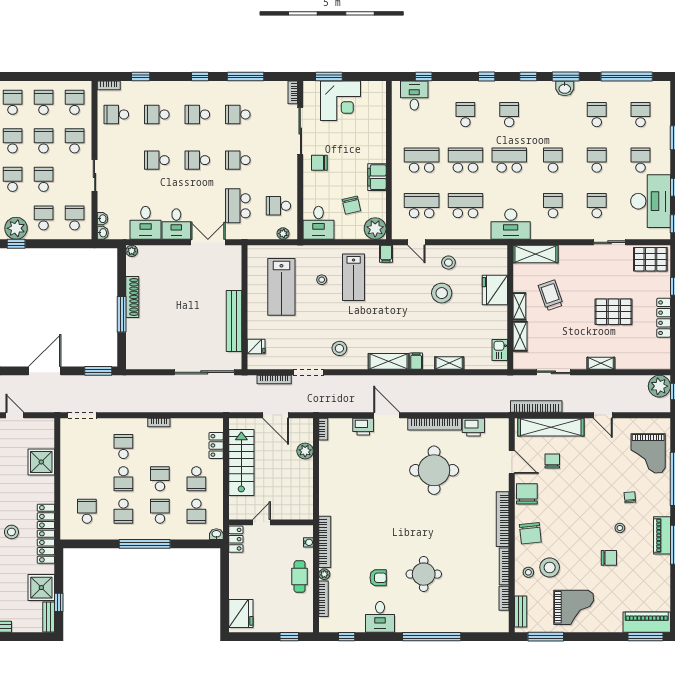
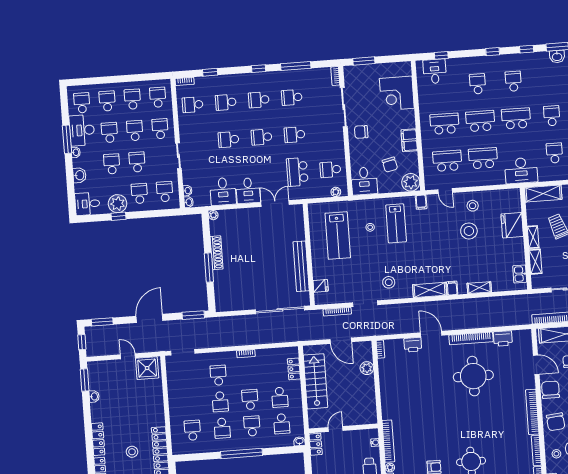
corner desk: (341, 101) -> (397, 93), moved, turned 90
shower: (41, 462) -> (147, 368), moved

